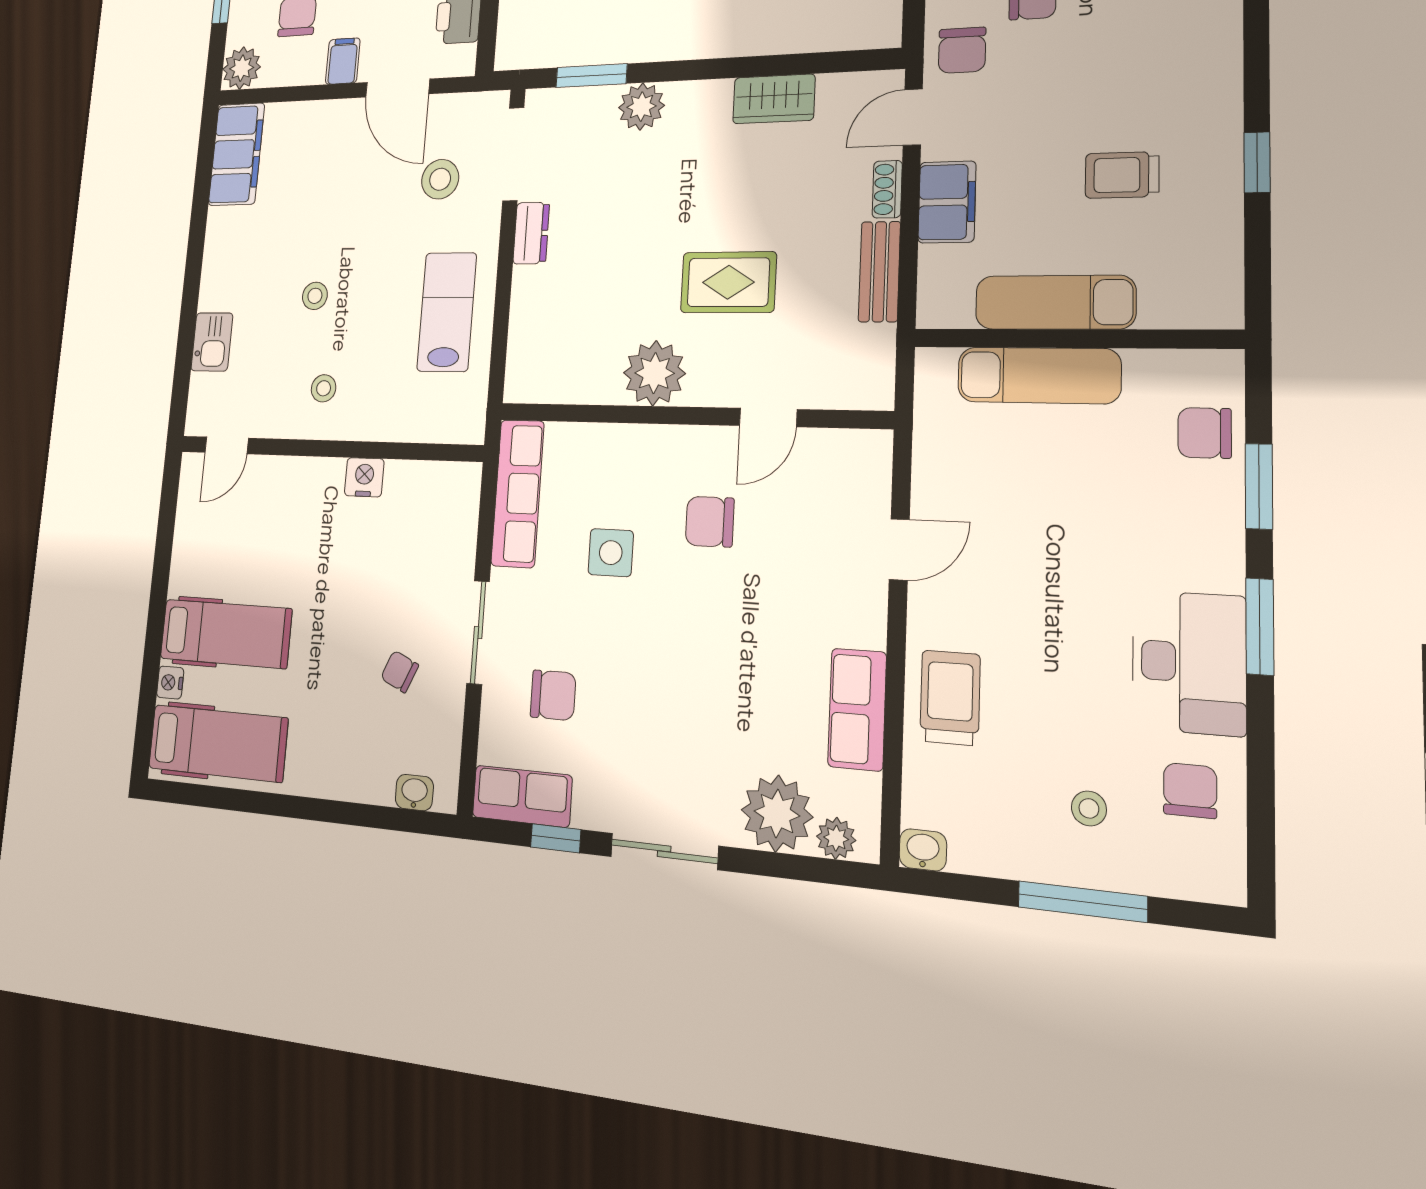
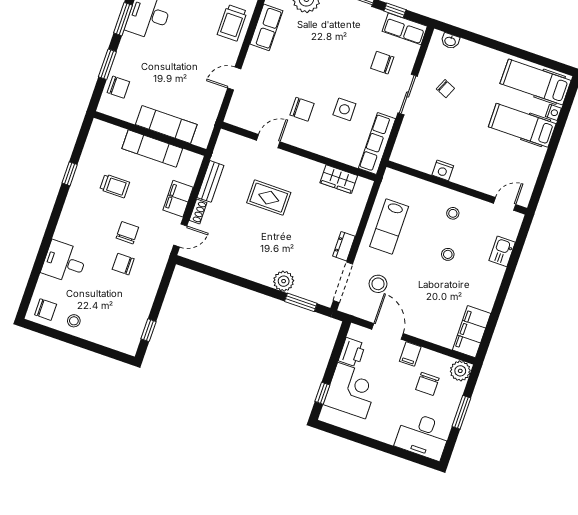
chair: (962, 50) -> (127, 233), moved
wardrobe: (774, 99) -> (339, 179), moved, turned 180
plant: (654, 373) -> (308, 172), removed

